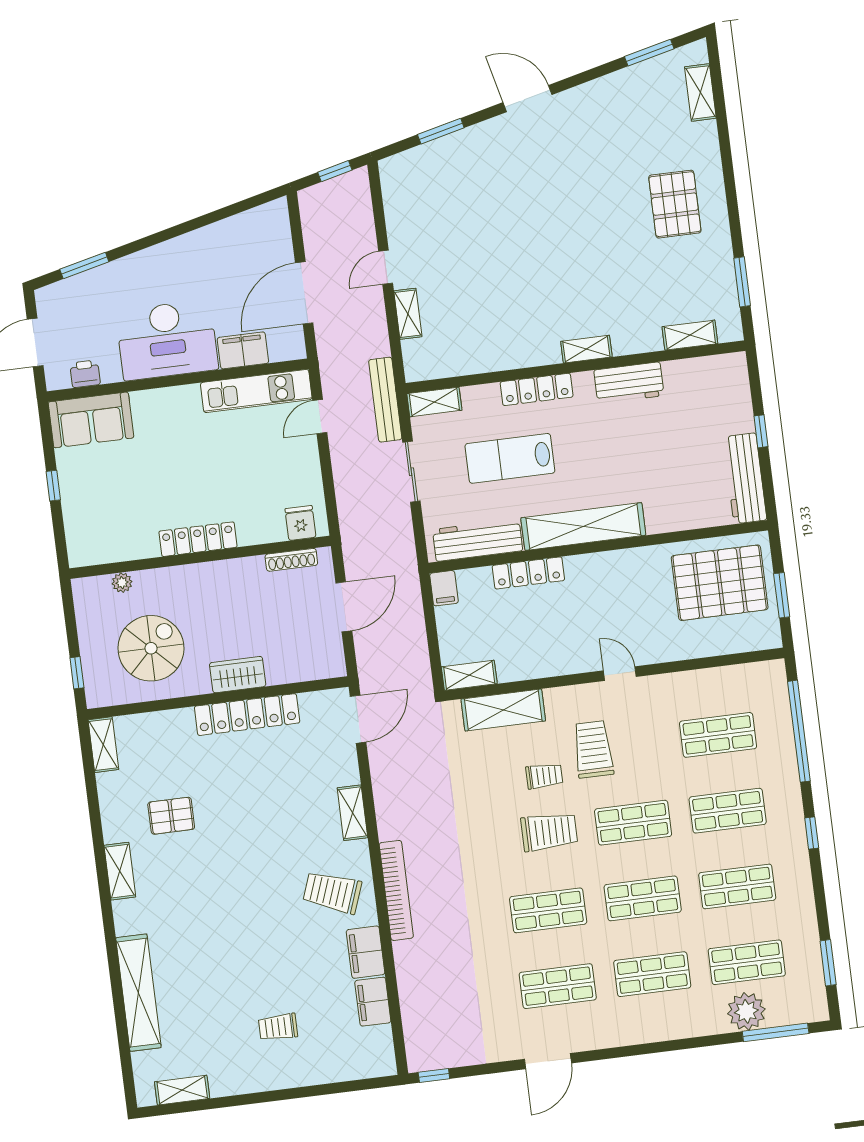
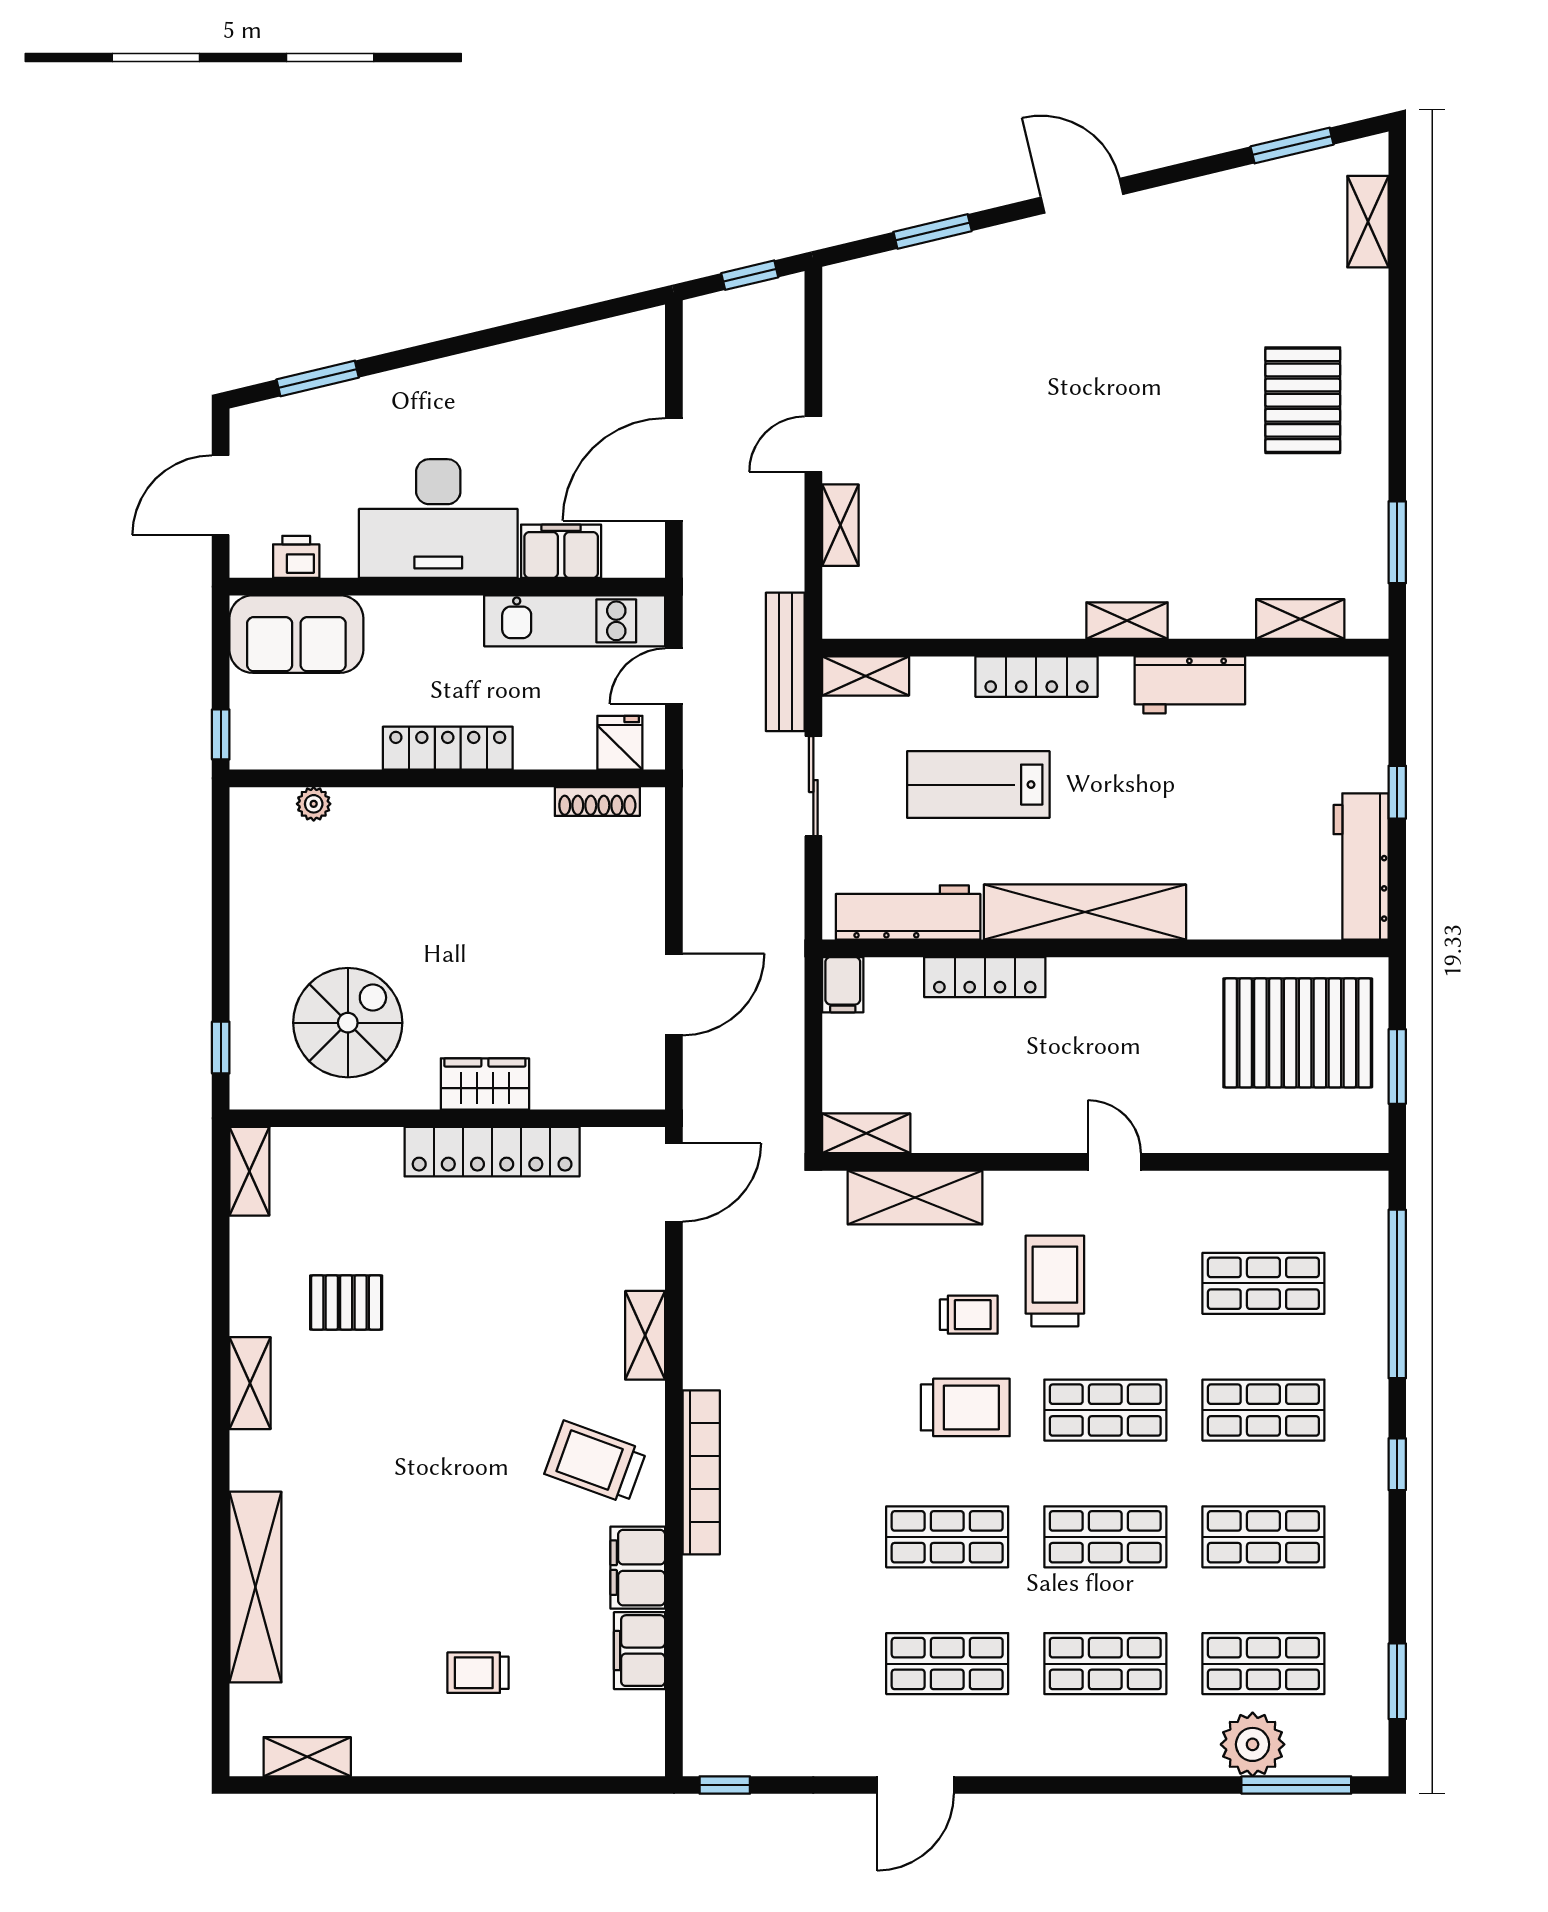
fridge: (300, 523) -> (620, 743), moved
locker: (198, 539) -> (448, 748), moved
wall: (200, 557) -> (447, 778), moved
shoe rack: (291, 560) -> (597, 802), moved
plant: (122, 583) -> (314, 804), moved

